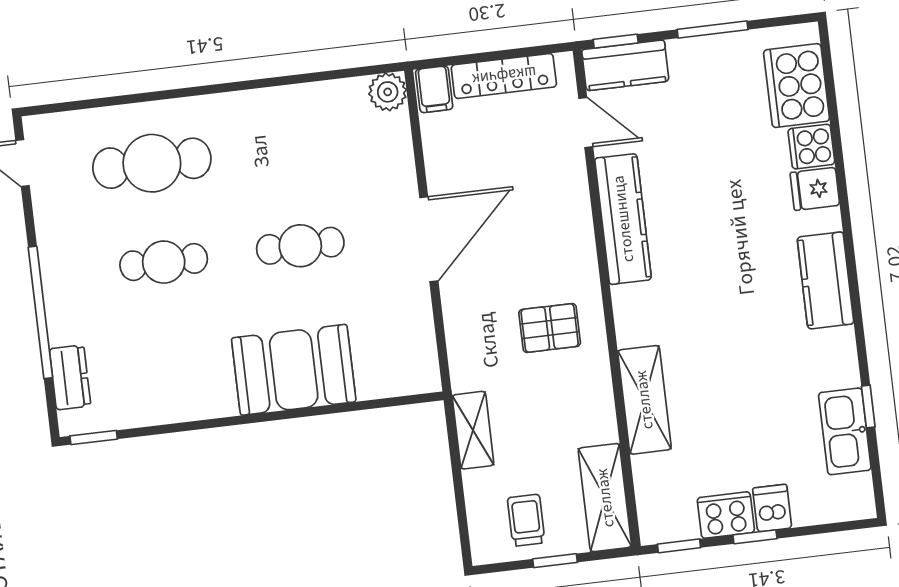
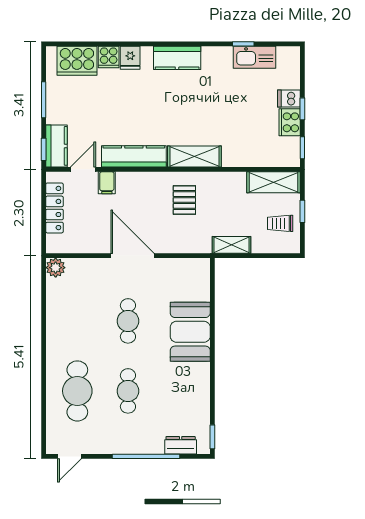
filing cabinet: (434, 89) -> (107, 183), moved, turned 90
shelving: (644, 400) -> (194, 156), moved

